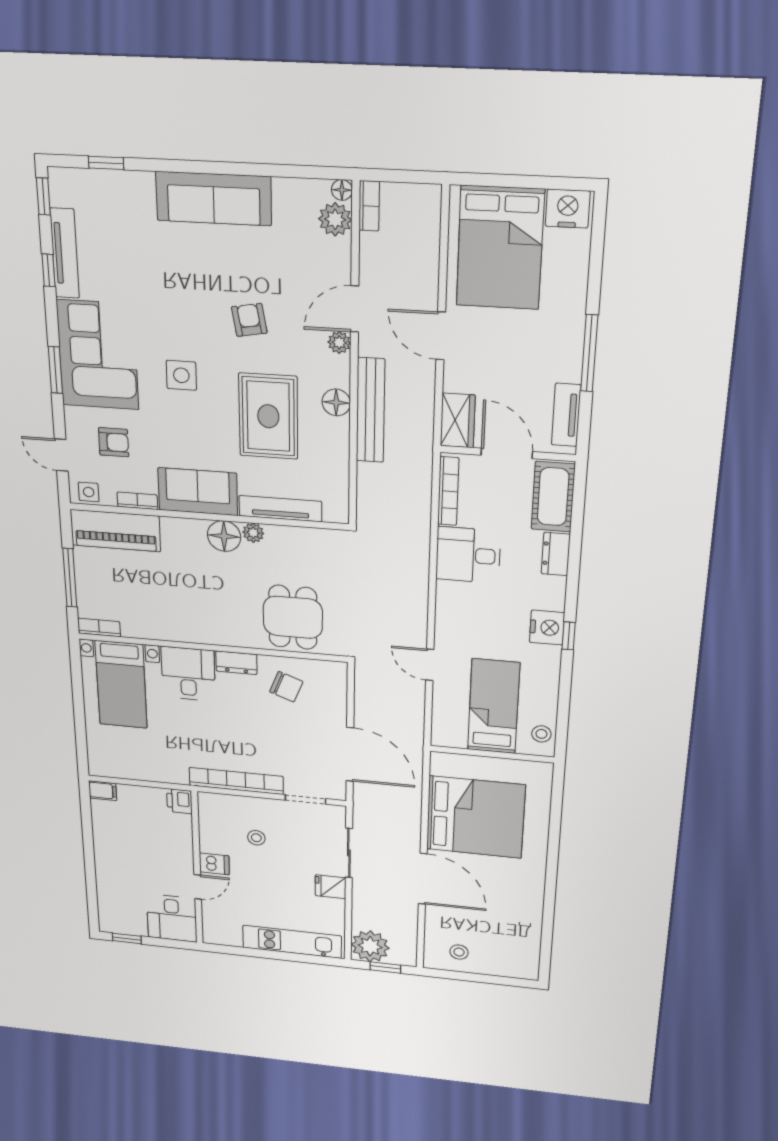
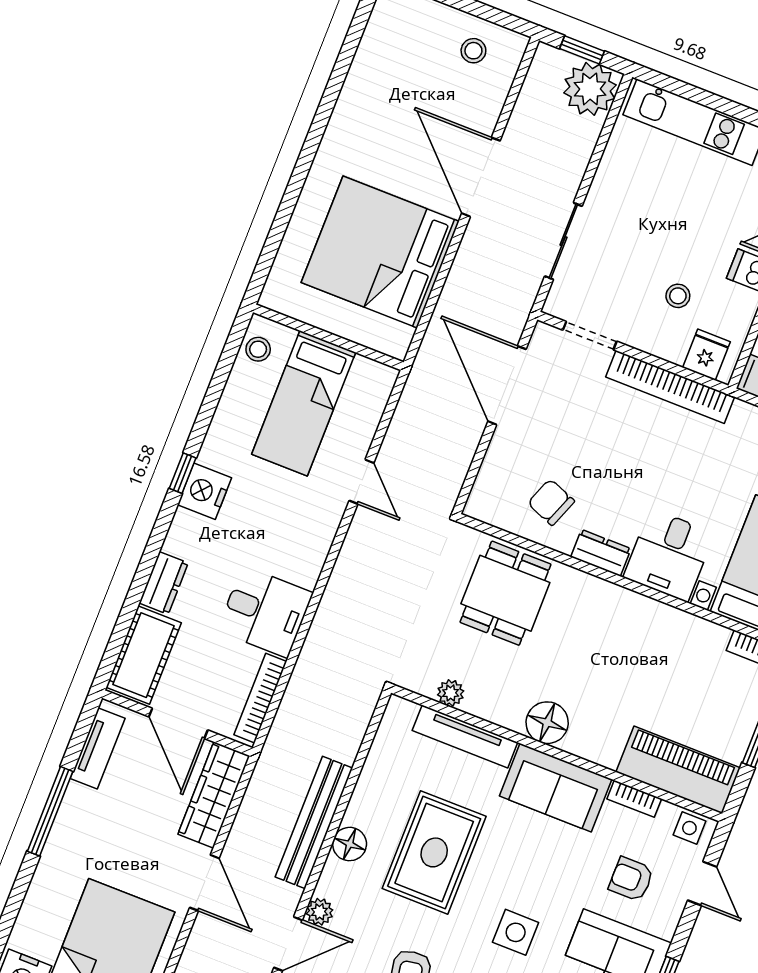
wardrobe: (458, 420) -> (214, 795), width x1.50
plant: (253, 533) -> (451, 693), moved
fridge: (330, 887) -> (706, 355), moved, turned -90

